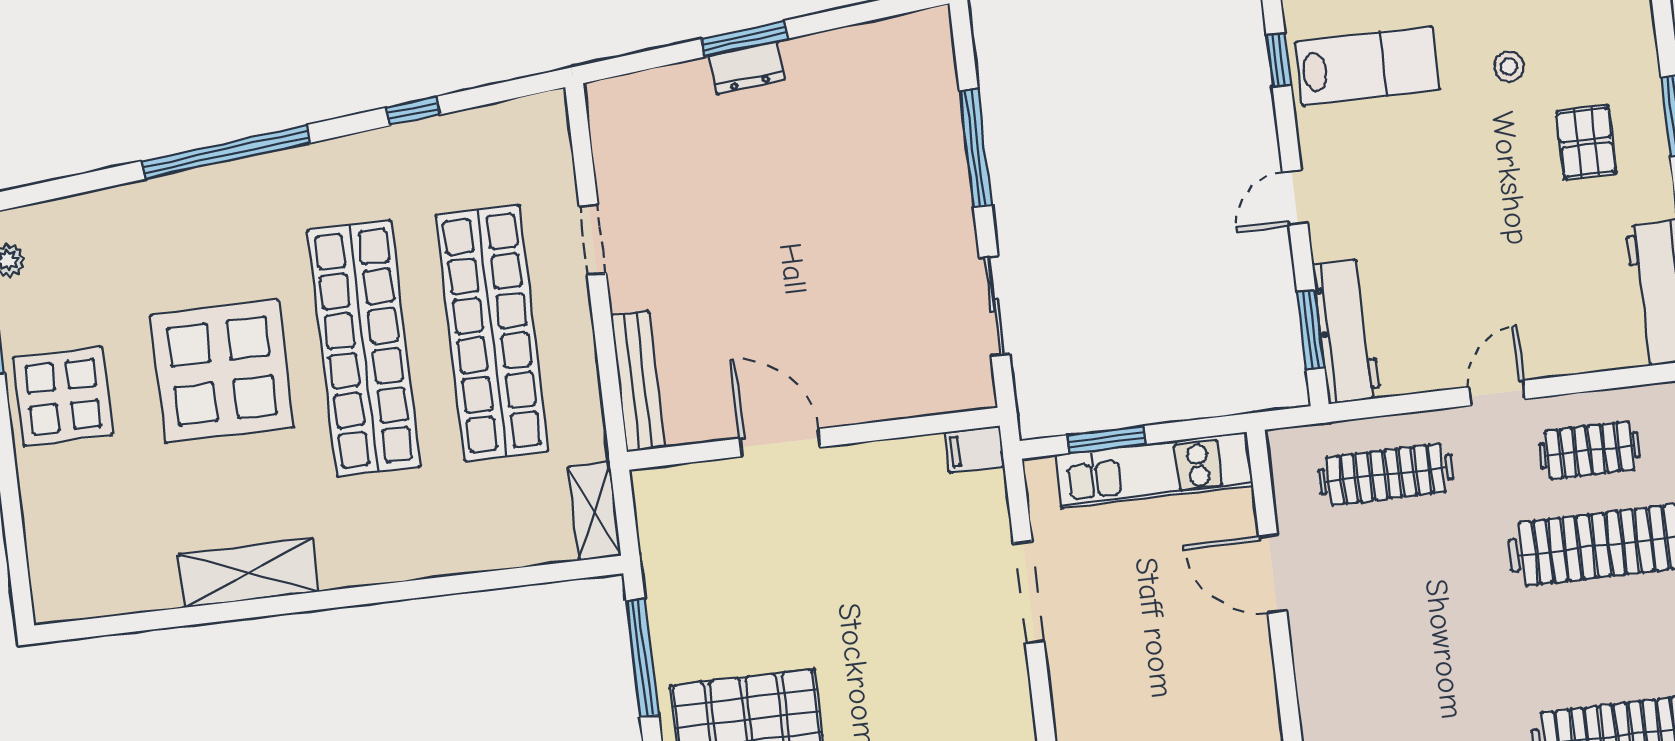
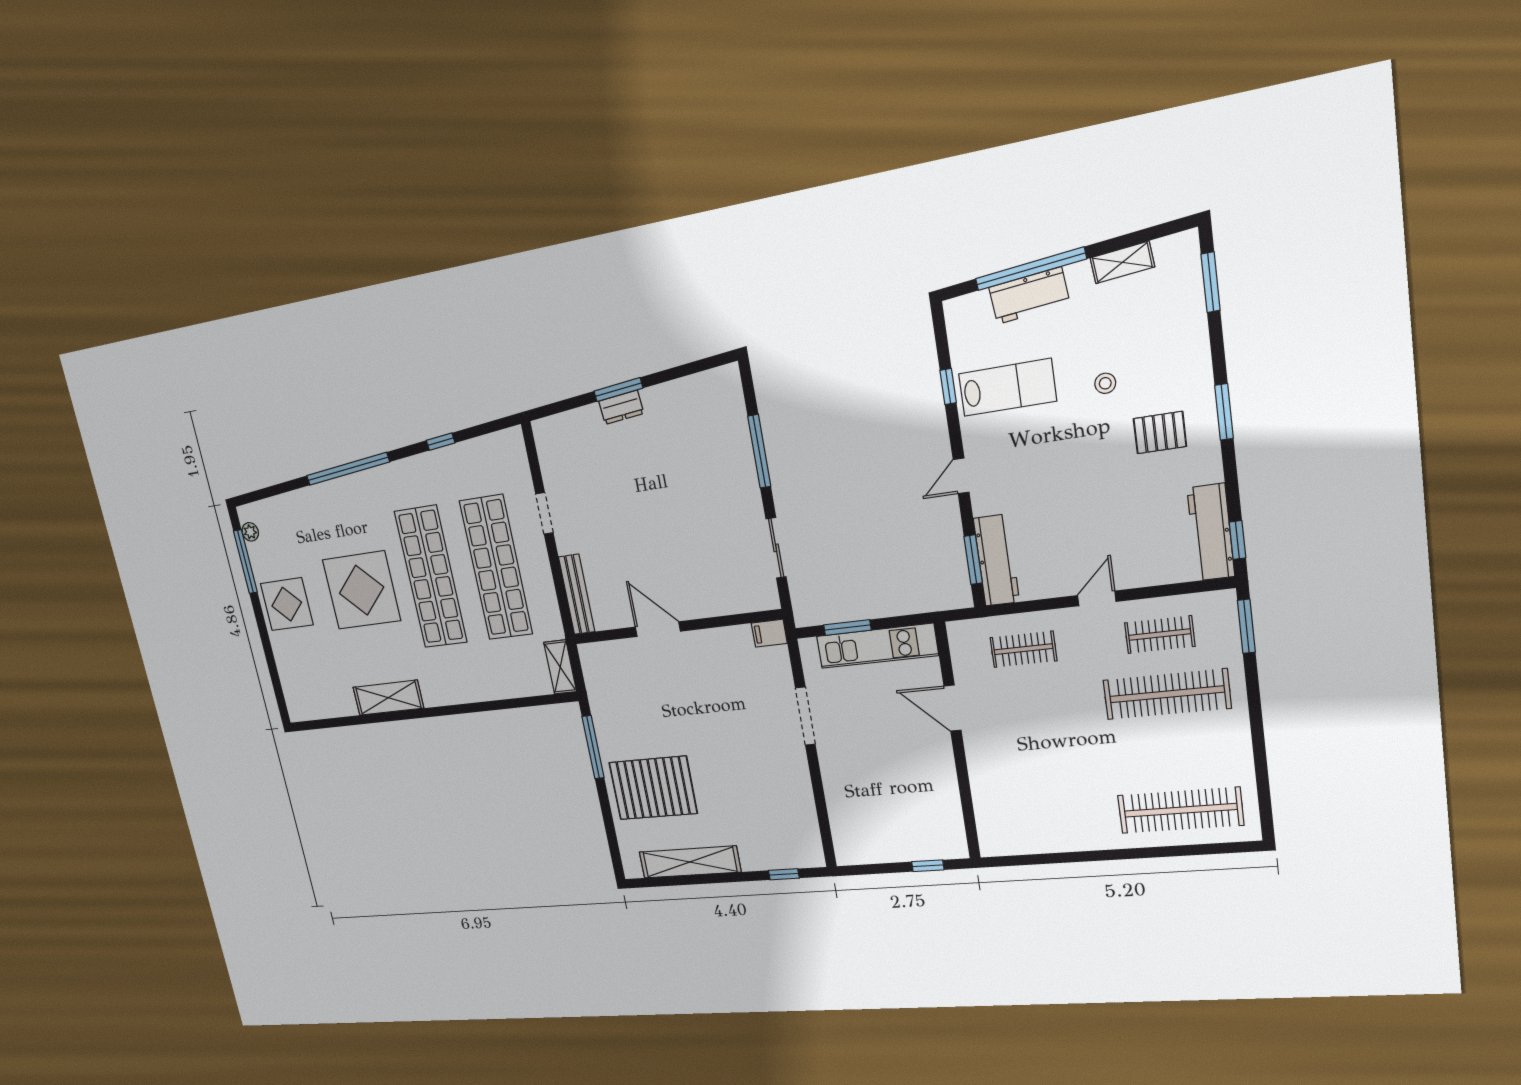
pallet: (1587, 142) -> (1160, 433), turned 90
clothes rail: (1386, 474) -> (1023, 649), width x0.73

